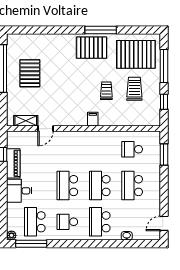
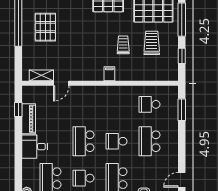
school desk: (100, 186) -> (117, 141), width x0.54

